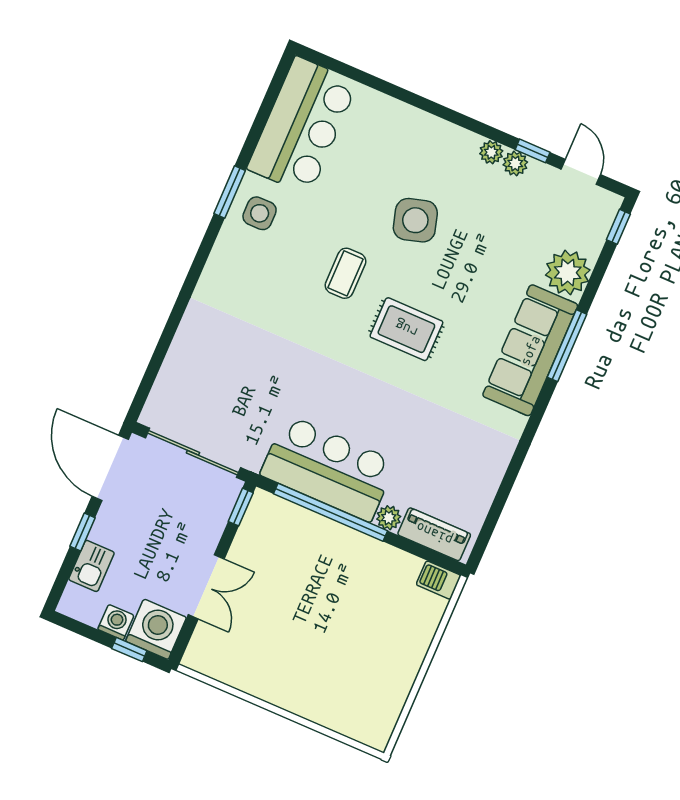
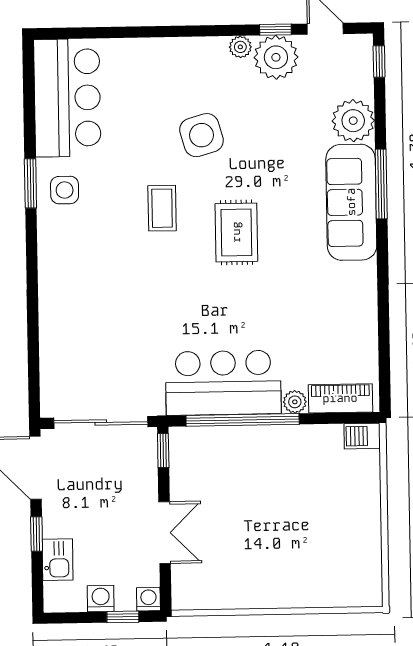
plant: (515, 163) -> (276, 57), width x1.88, depth x1.88
rug: (406, 329) -> (236, 232), turned 90
washing machine: (156, 629) -> (148, 599), width x0.53, depth x0.53

